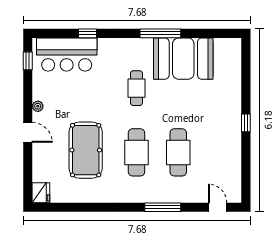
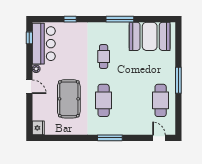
bar counter: (67, 55) -> (44, 44), moved, turned -90
booth: (183, 59) -> (150, 36), moved
window: (246, 123) -> (178, 80), width x2.17
cafe table: (178, 152) -> (161, 100), moved
window: (163, 207) -> (110, 138), moved

